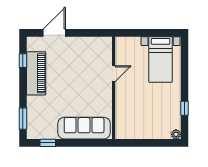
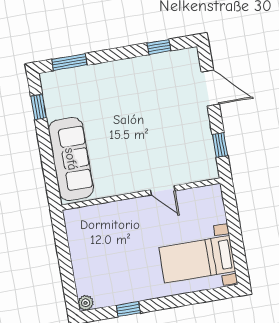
window: (91, 33) -> (220, 145), added
piano: (36, 73) -> (143, 71), removed

